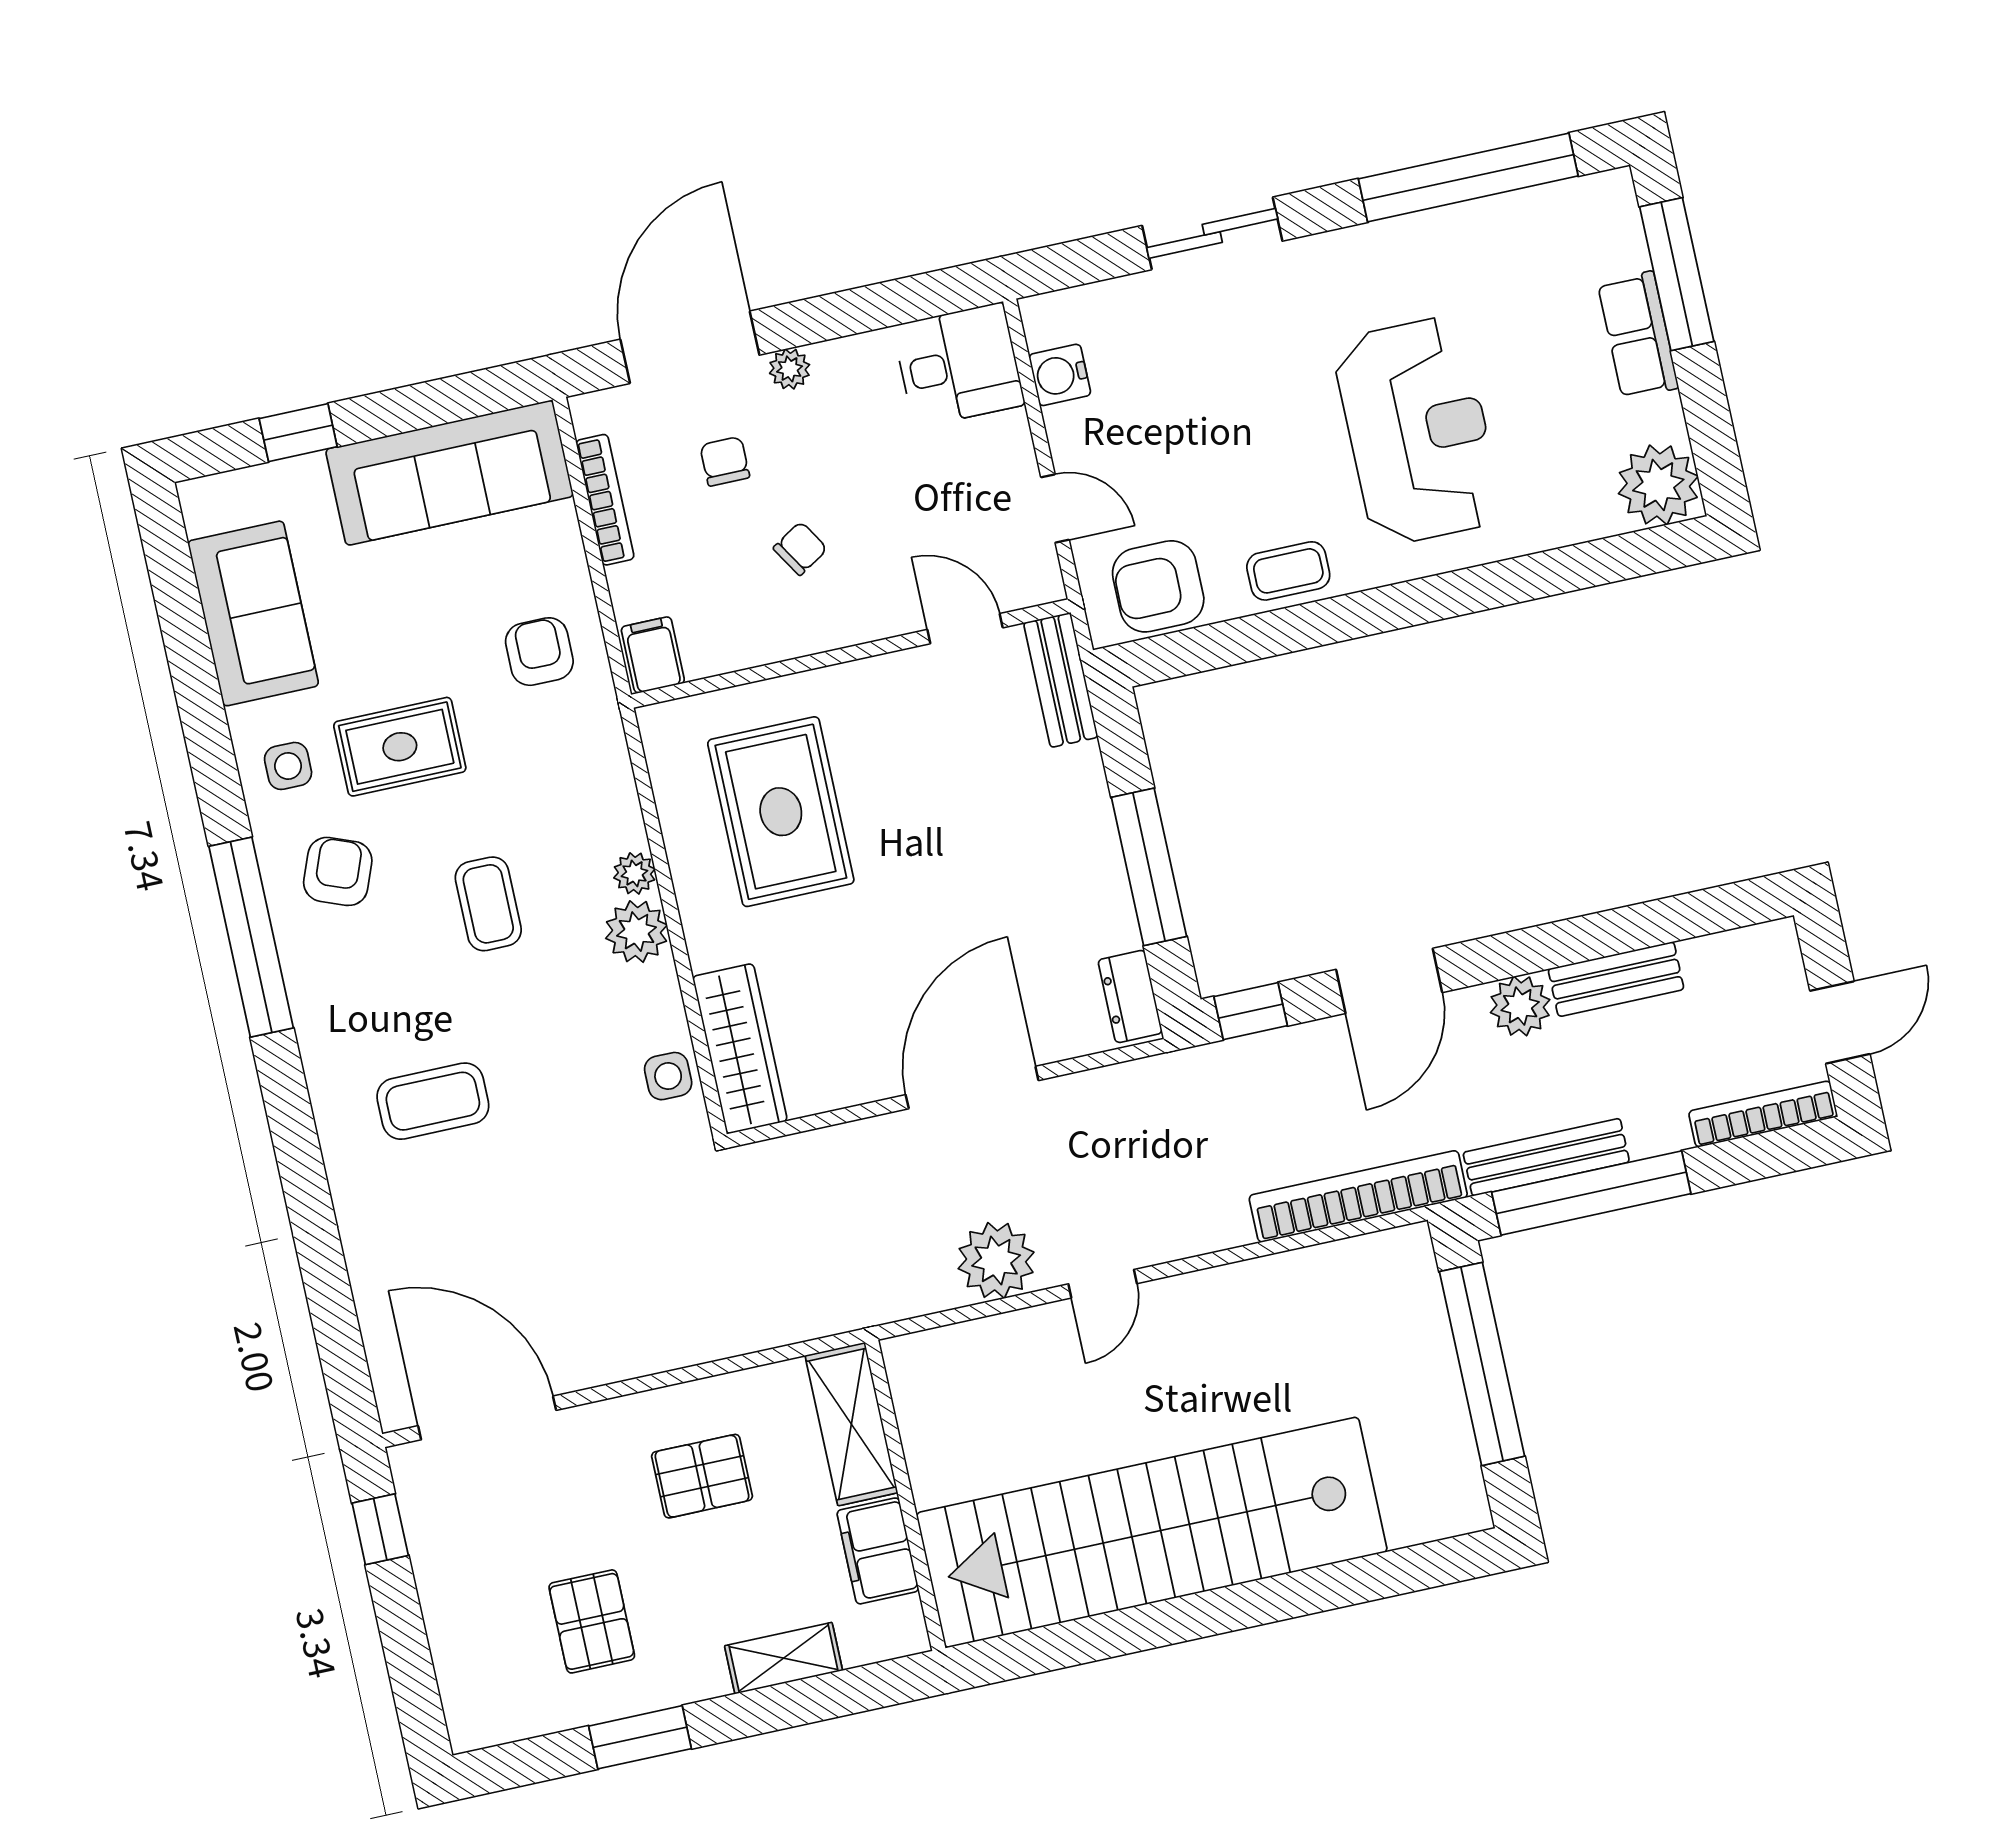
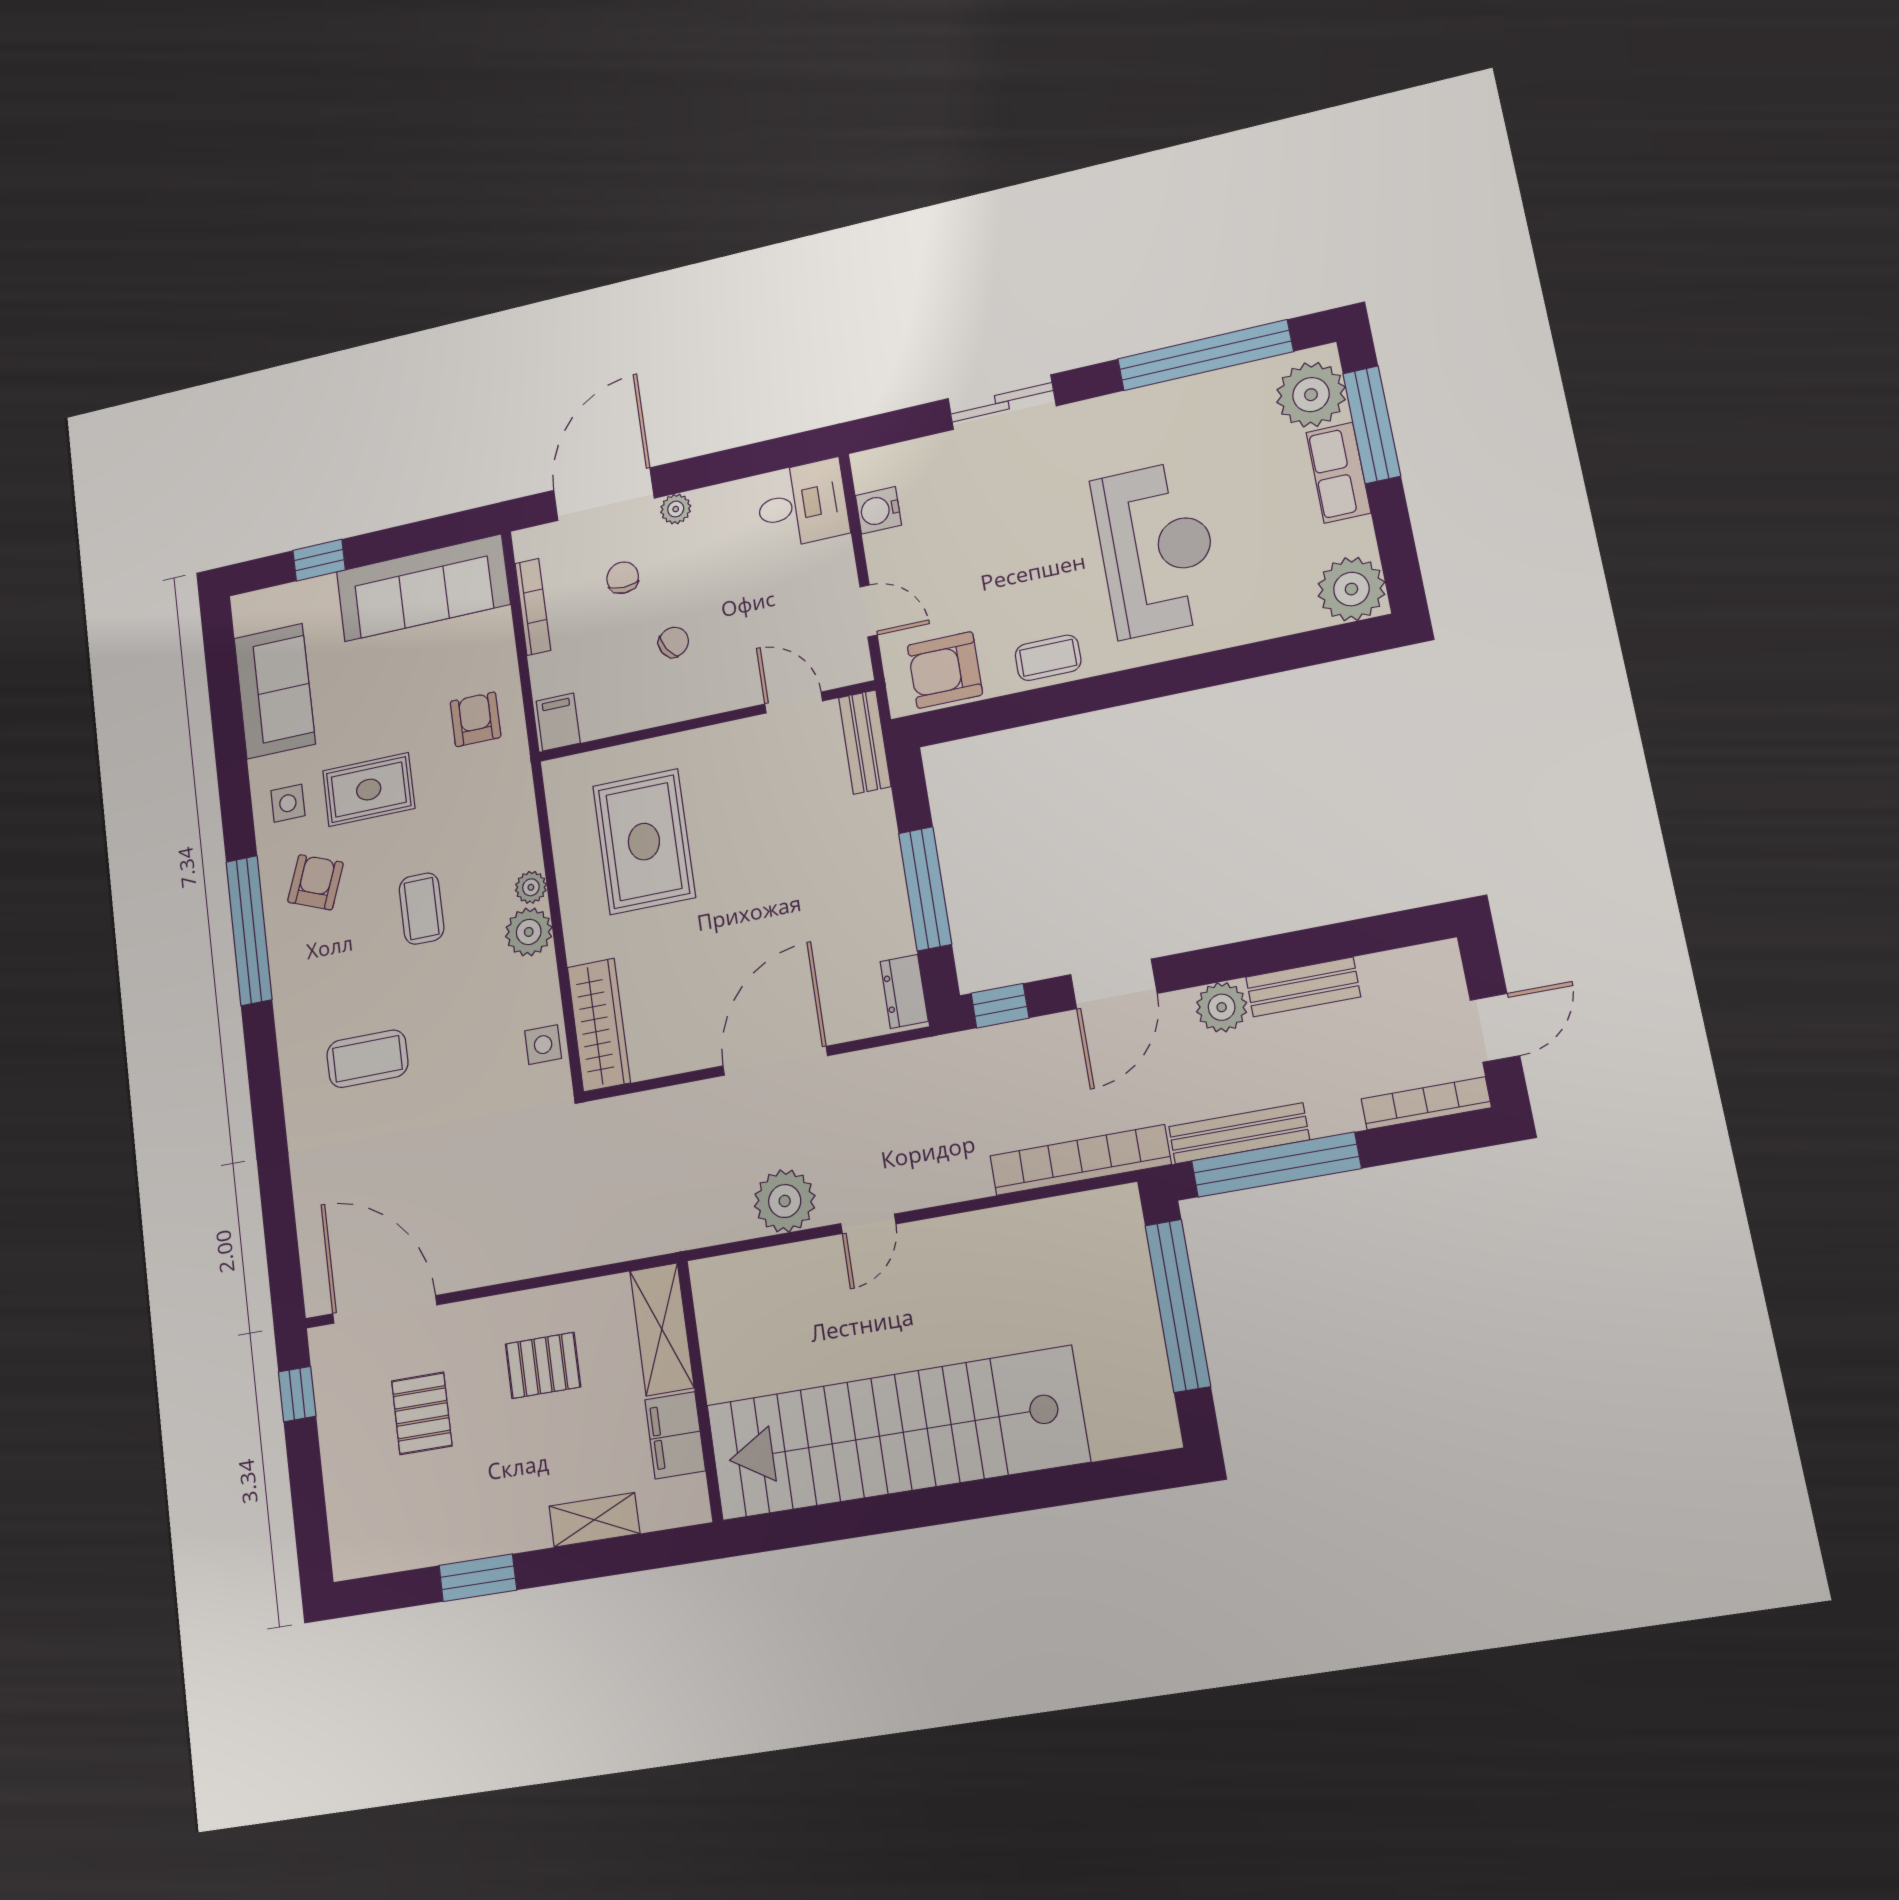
plant: (1601, 233) -> (1311, 395), added
pallet: (592, 1621) -> (422, 1413), moved

